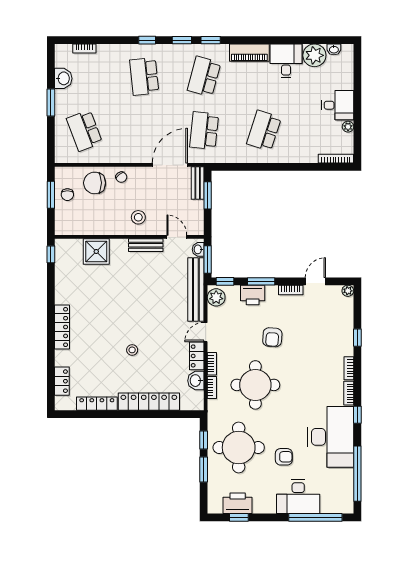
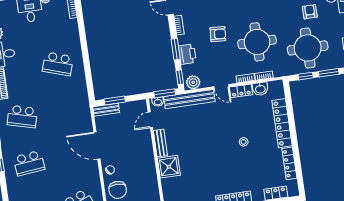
school desk: (204, 131) -> (65, 110), removed
door: (170, 165) -> (97, 146), moved
stool: (138, 217) -> (140, 152), removed
shower: (96, 251) -> (169, 167), moved

